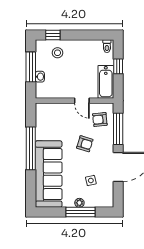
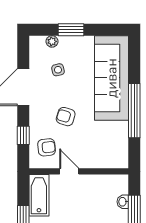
window: (118, 129) -> (23, 135), width x0.46
plant: (79, 203) -> (52, 41), moved
window: (81, 212) -> (71, 30), width x0.69

